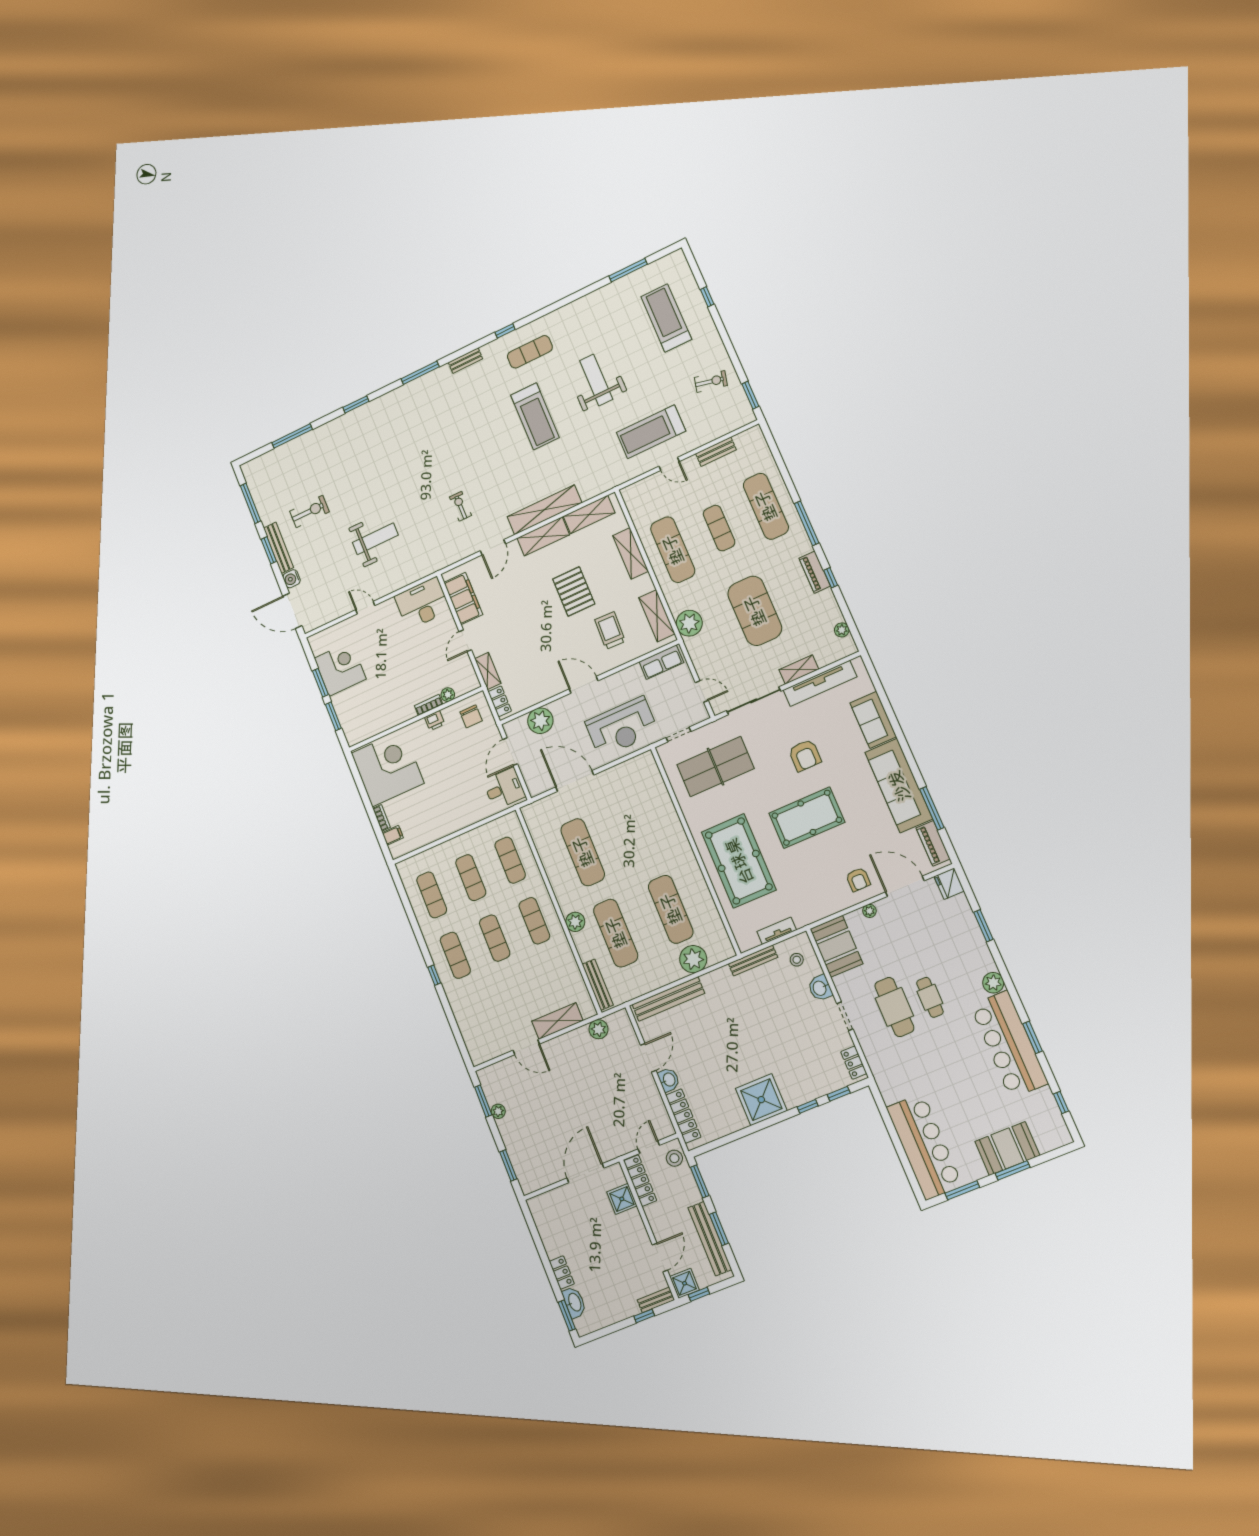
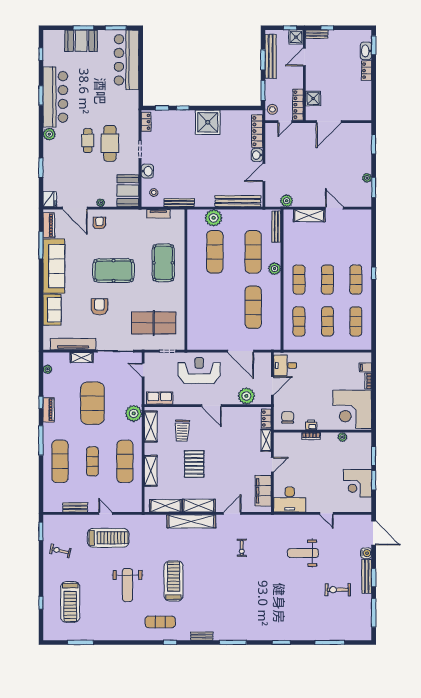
plant: (448, 695) -> (342, 437), moved
pool table: (739, 861) -> (163, 263), width x0.73, depth x0.76

